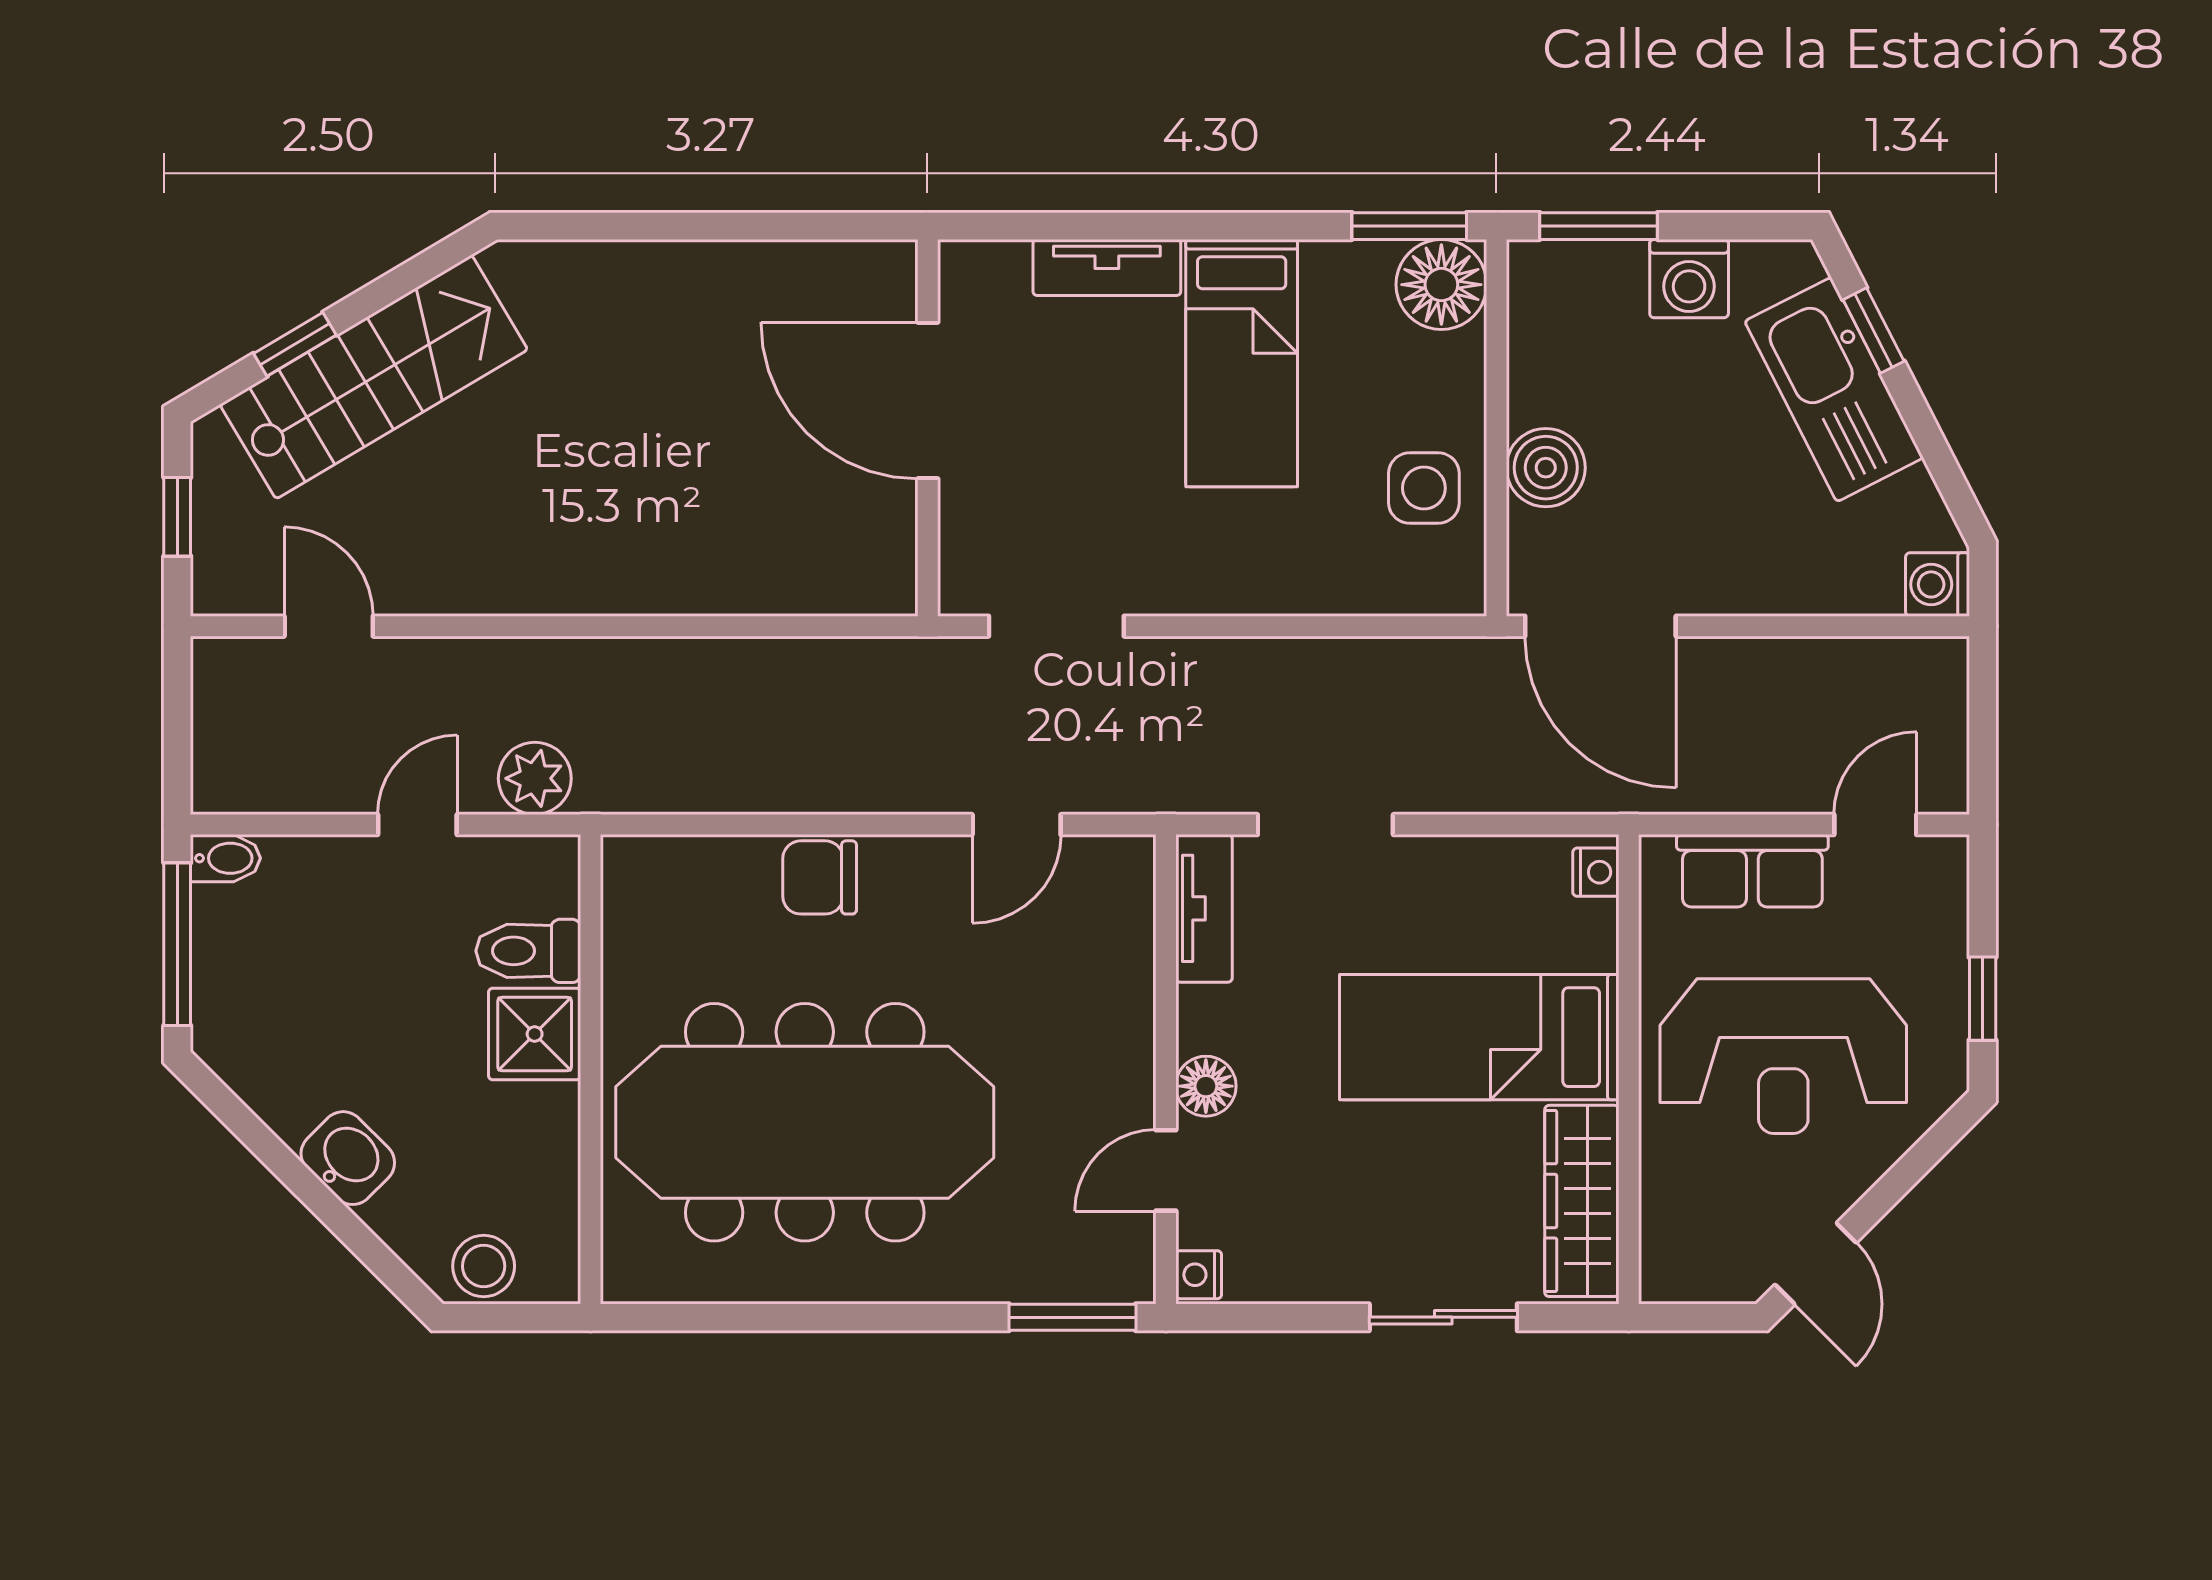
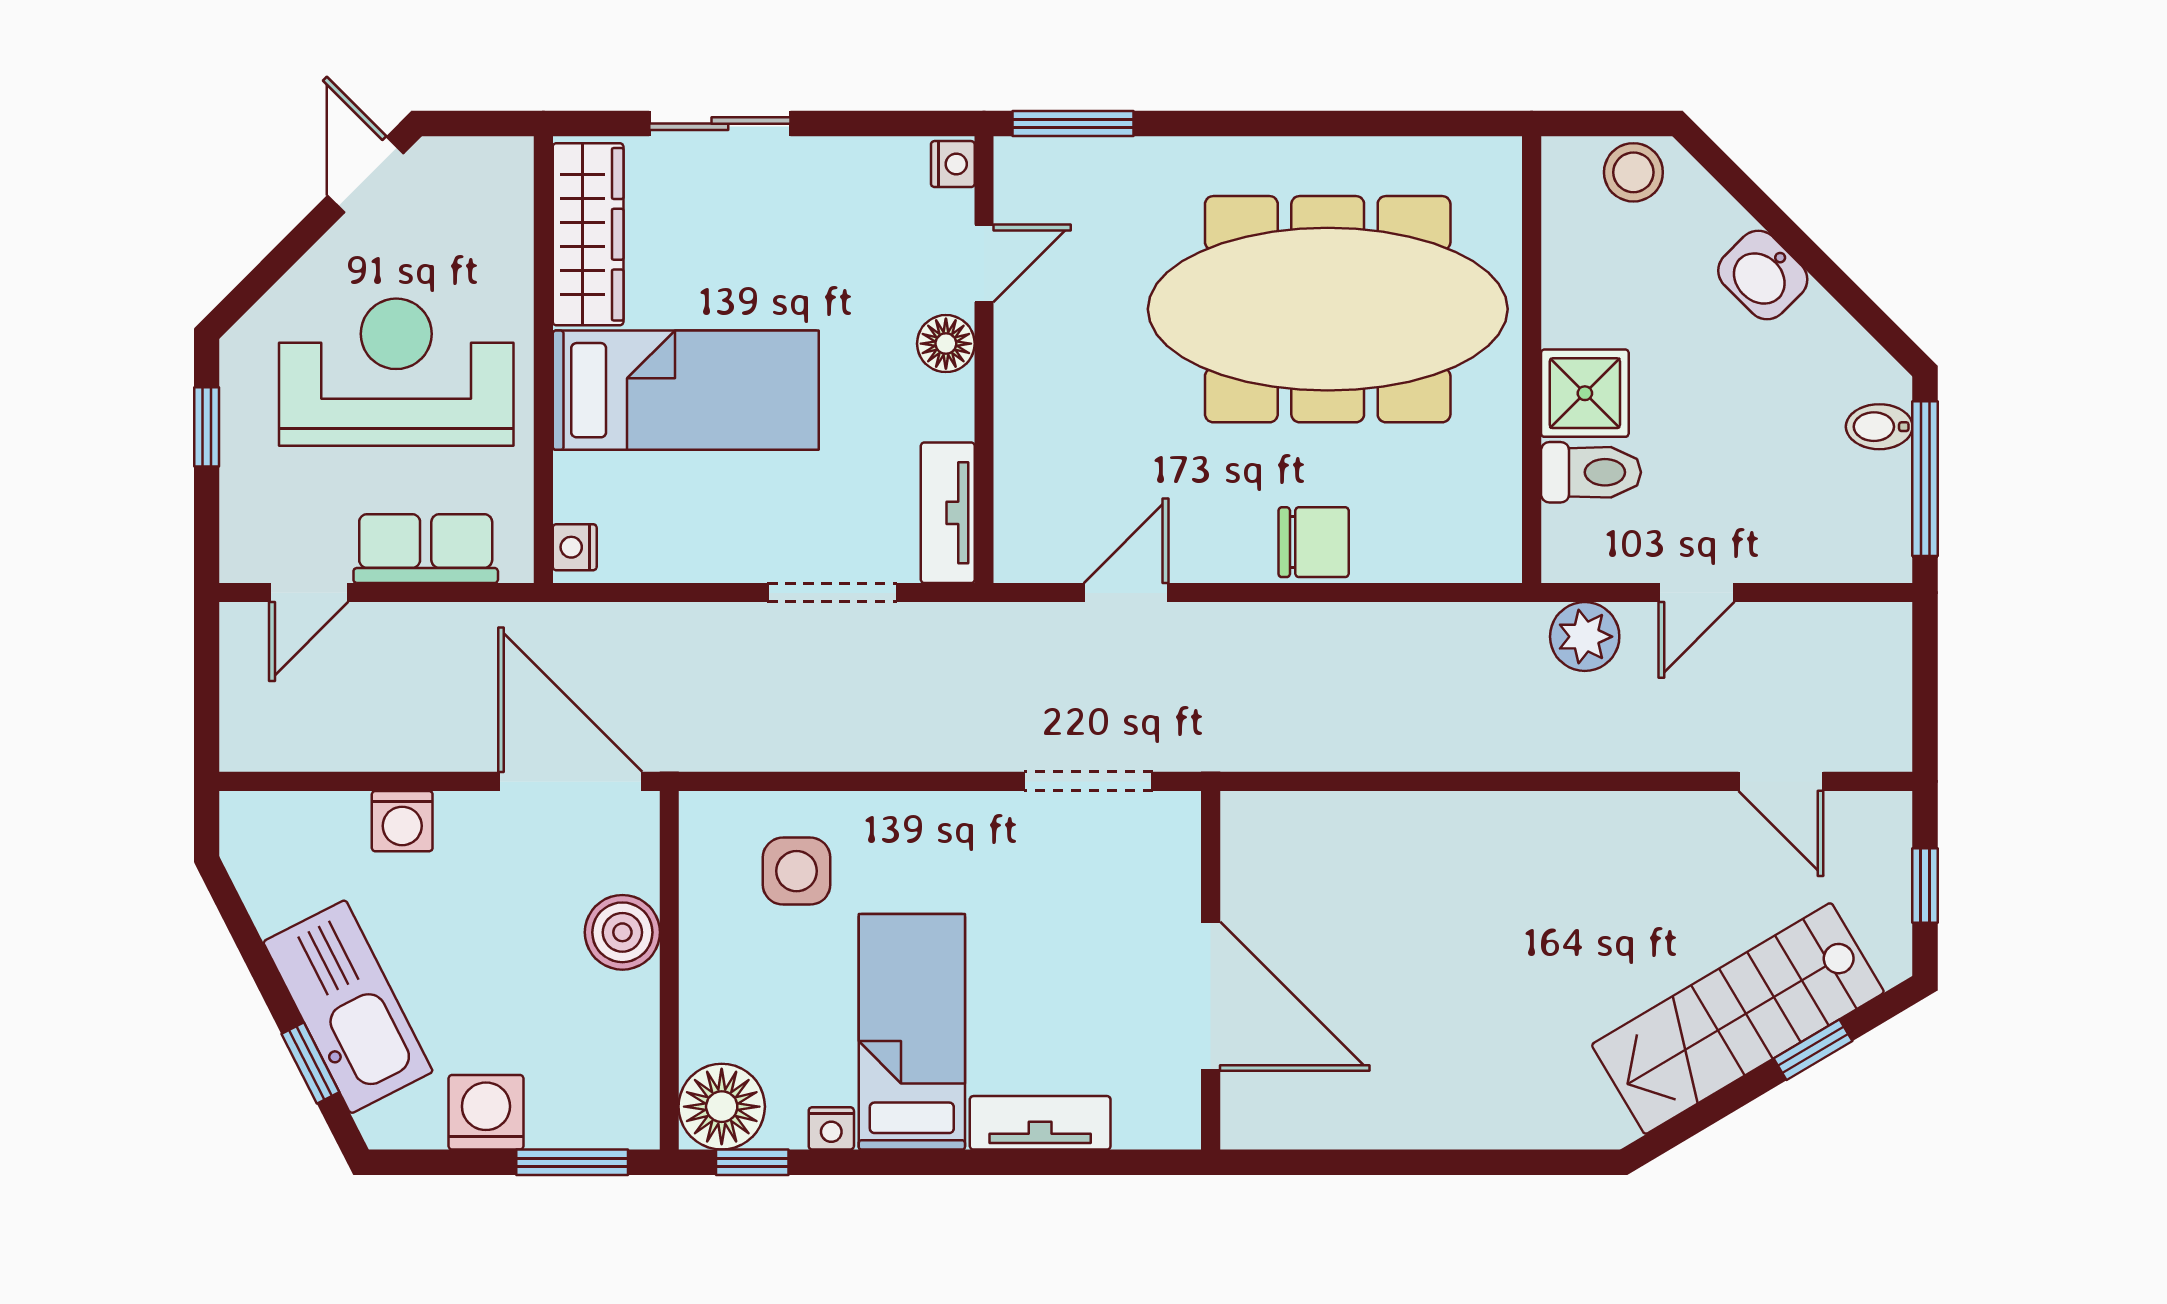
window: (1409, 226) -> (752, 1162), width x0.67
nightstand: (1326, 262) -> (831, 1128), added
side table: (1424, 488) -> (797, 871), moved
washing machine: (1938, 584) -> (402, 821), moved, turned 90
bidet: (225, 858) -> (1879, 427), moved

